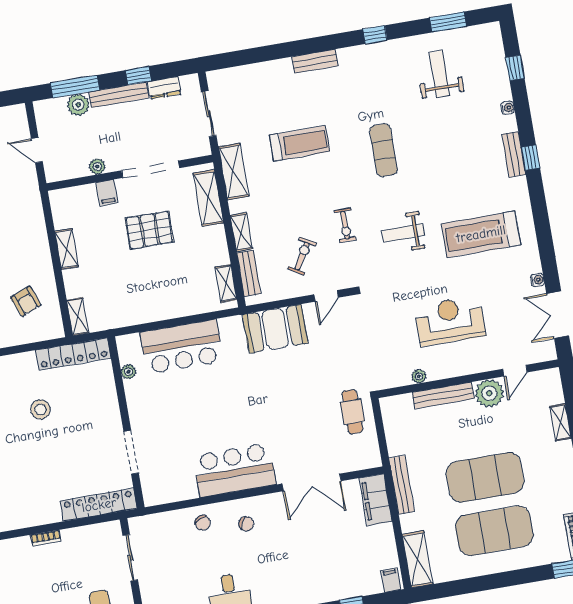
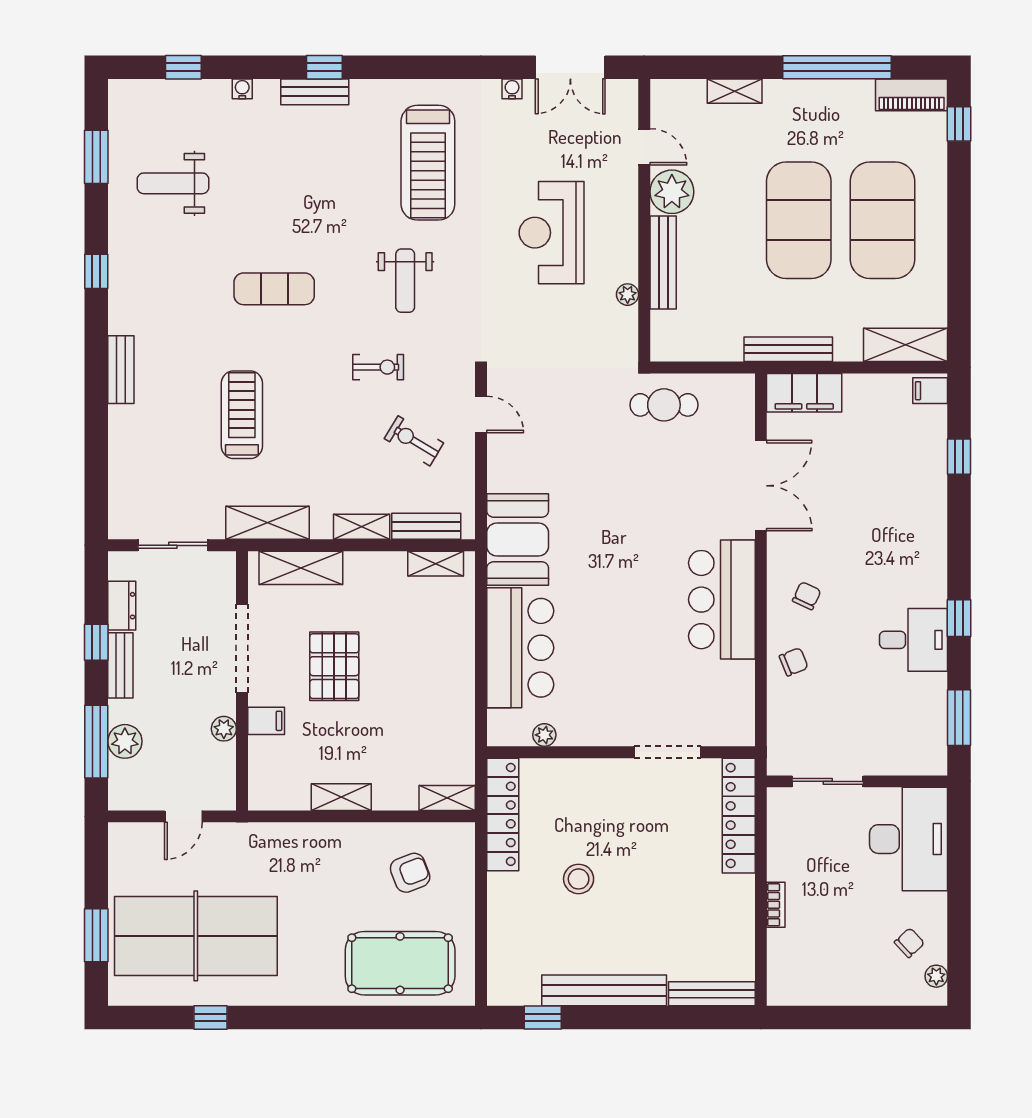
bench: (119, 95) -> (120, 665), width x0.73
booth: (275, 329) -> (518, 540), moved

